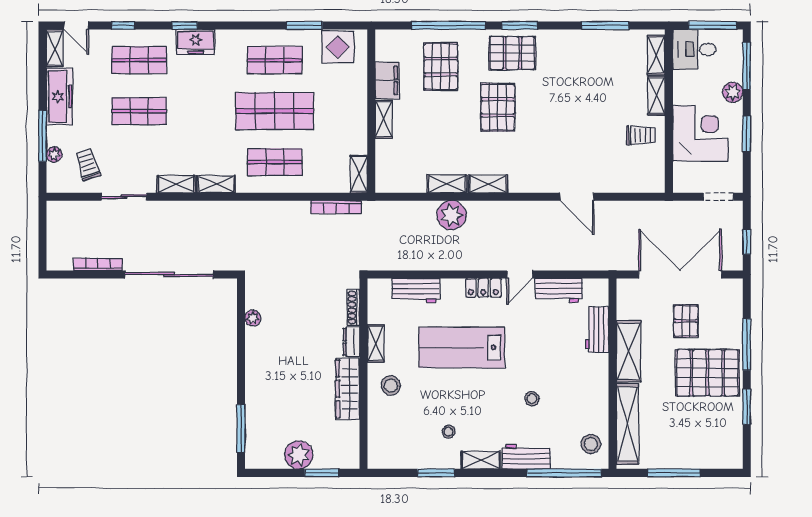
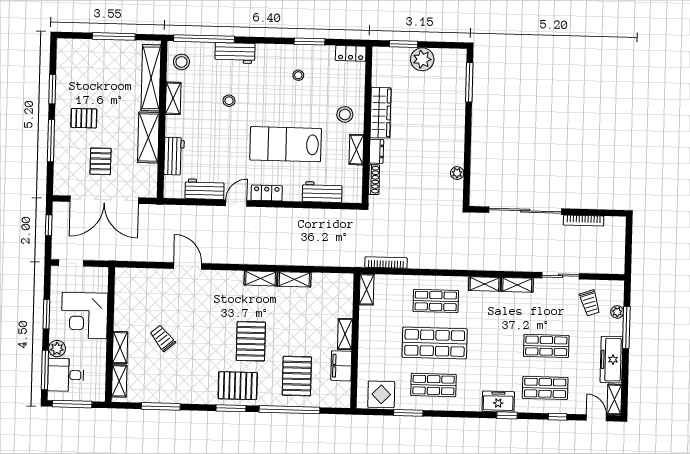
desk: (694, 49) -> (66, 375), moved, turned 180
trolley: (641, 135) -> (163, 338), moved, turned 50
plant: (451, 215) -> (291, 253), removed
lab bench: (462, 348) -> (286, 144), turned 180
pallet: (707, 373) -> (84, 118), width x0.49, depth x0.50
locker: (386, 460) -> (351, 53), added
shelving: (481, 460) -> (173, 98), moved, turned 90

